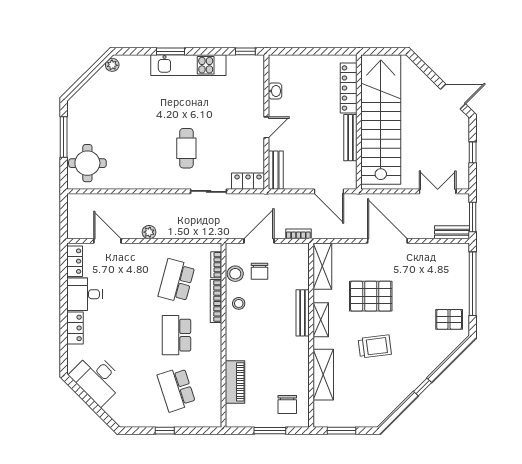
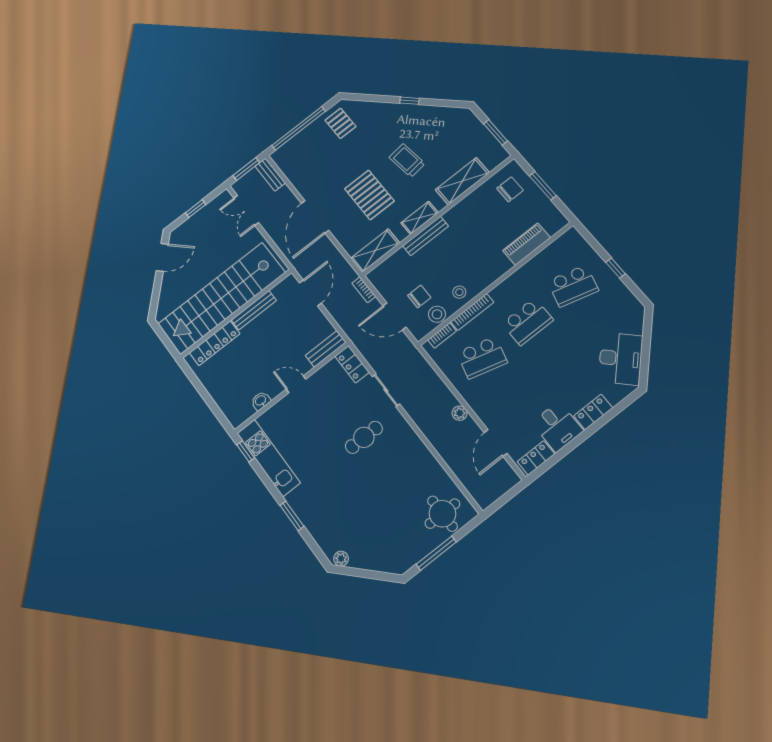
kitchen unit: (188, 65) -> (268, 458), moved
door: (453, 96) -> (162, 257), swing flipped
school desk: (176, 389) -> (573, 286), turned 33

